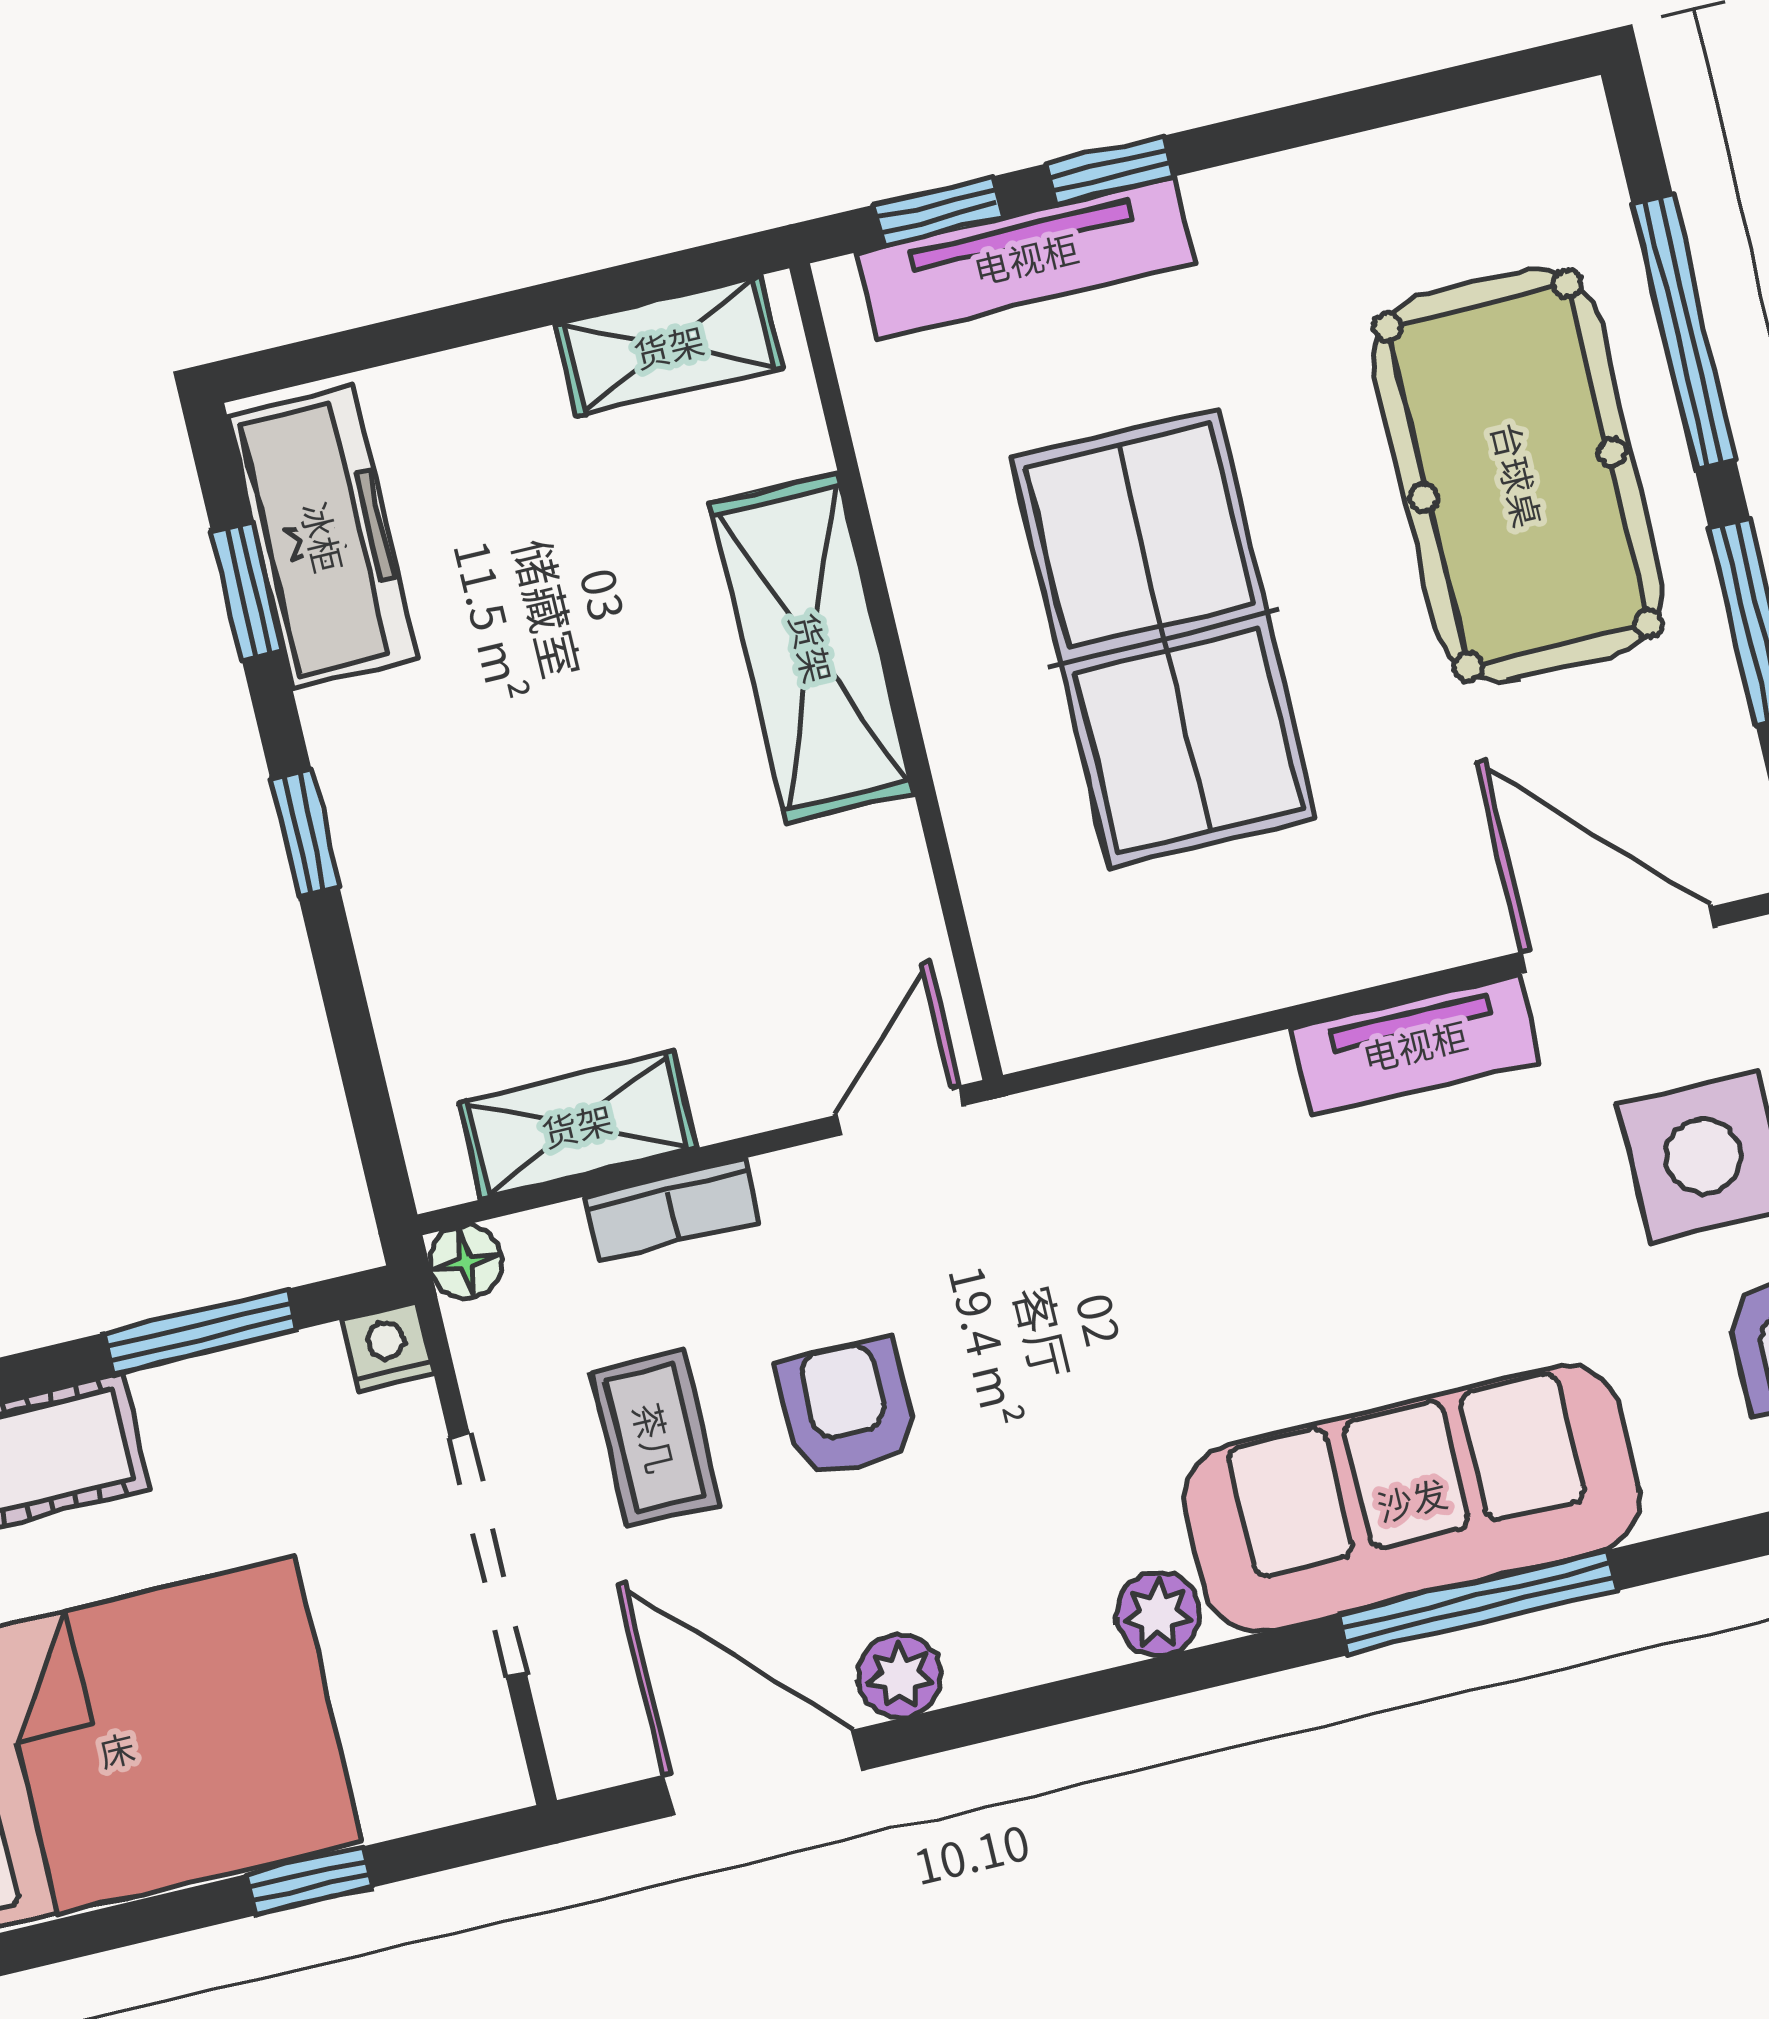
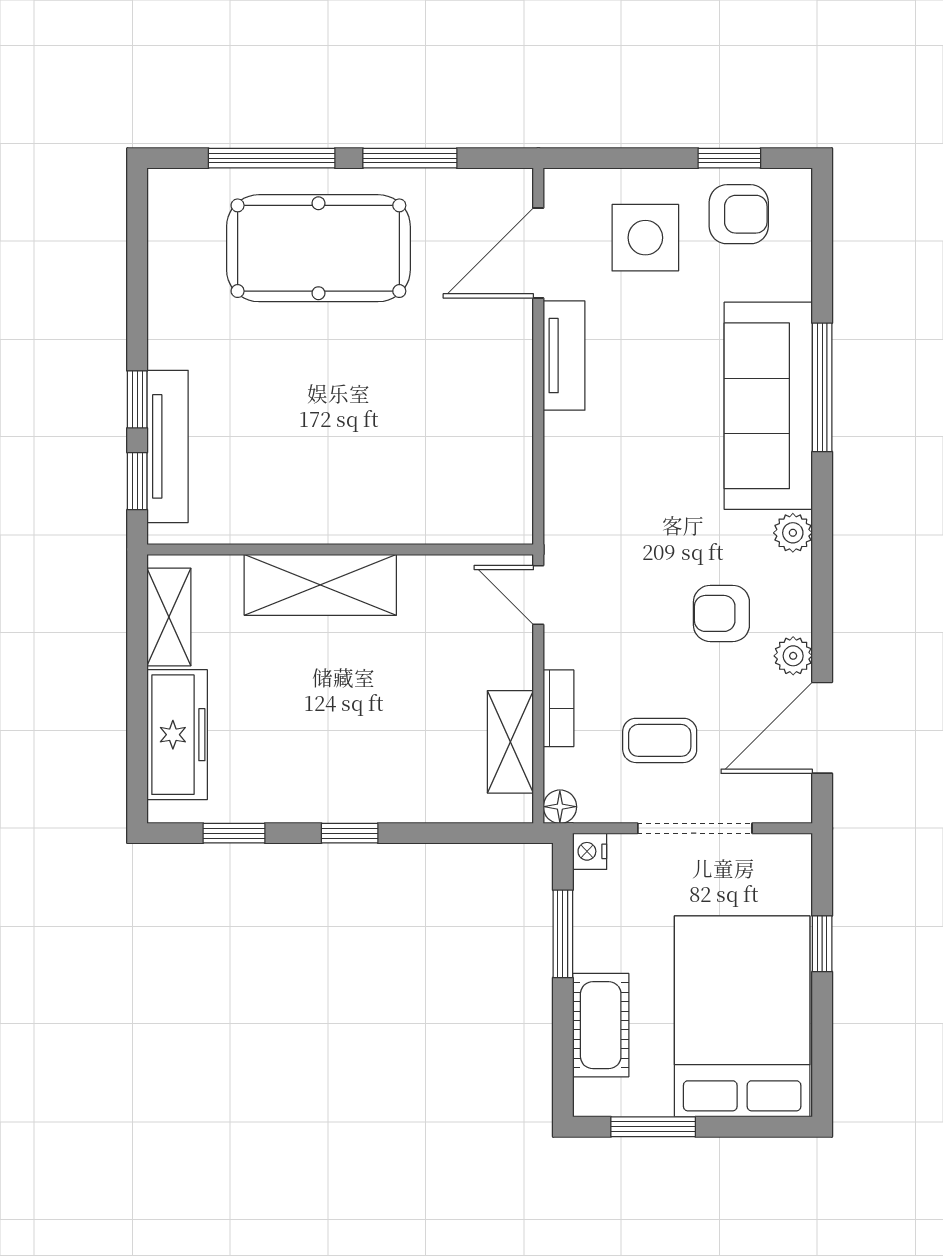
freezer: (323, 537) -> (177, 735), moved, turned 90
table tennis table: (1164, 638) -> (354, 425), removed
armchair: (847, 1408) -> (721, 613), moved

